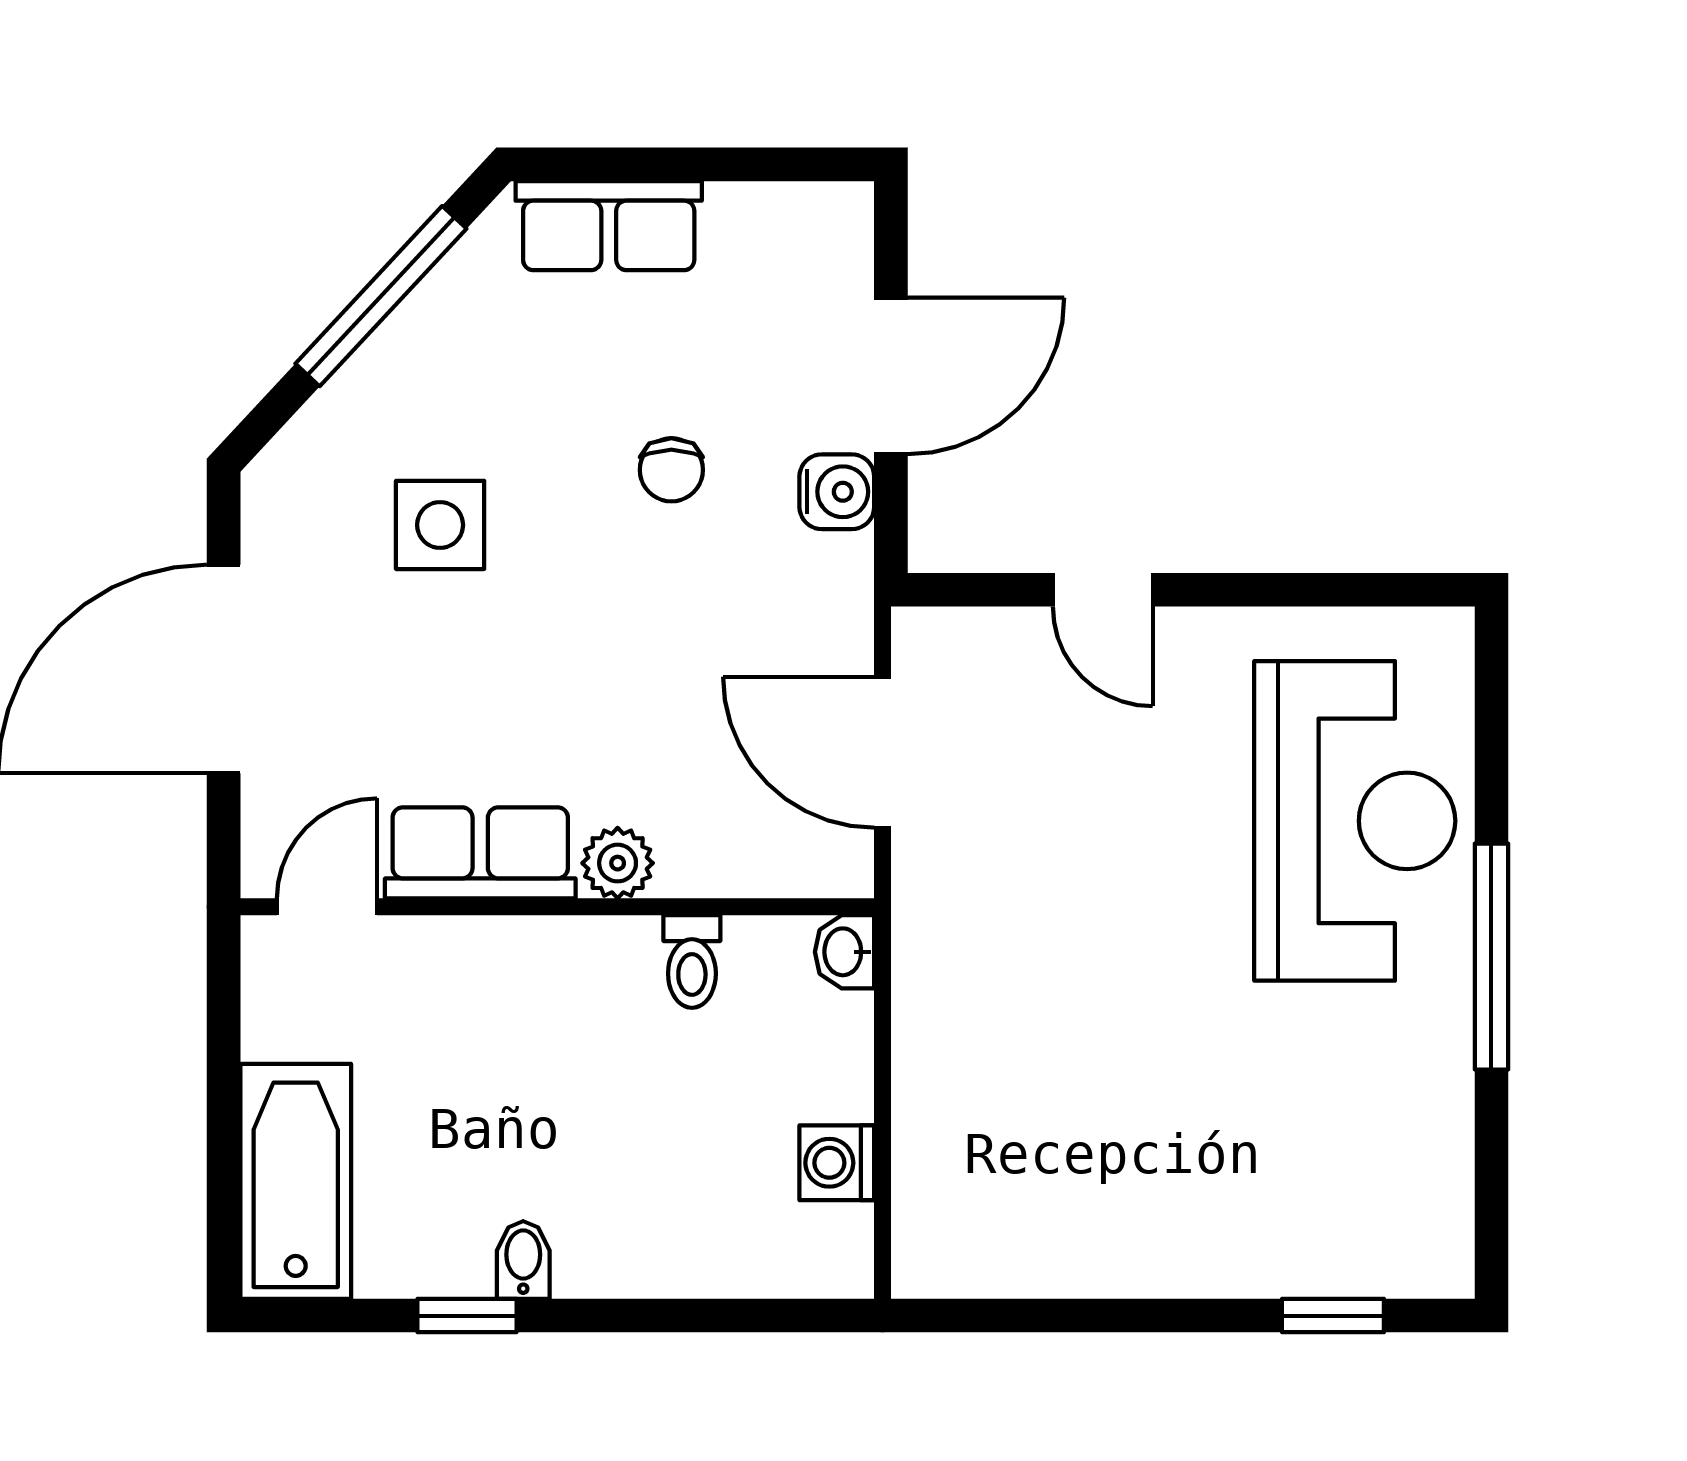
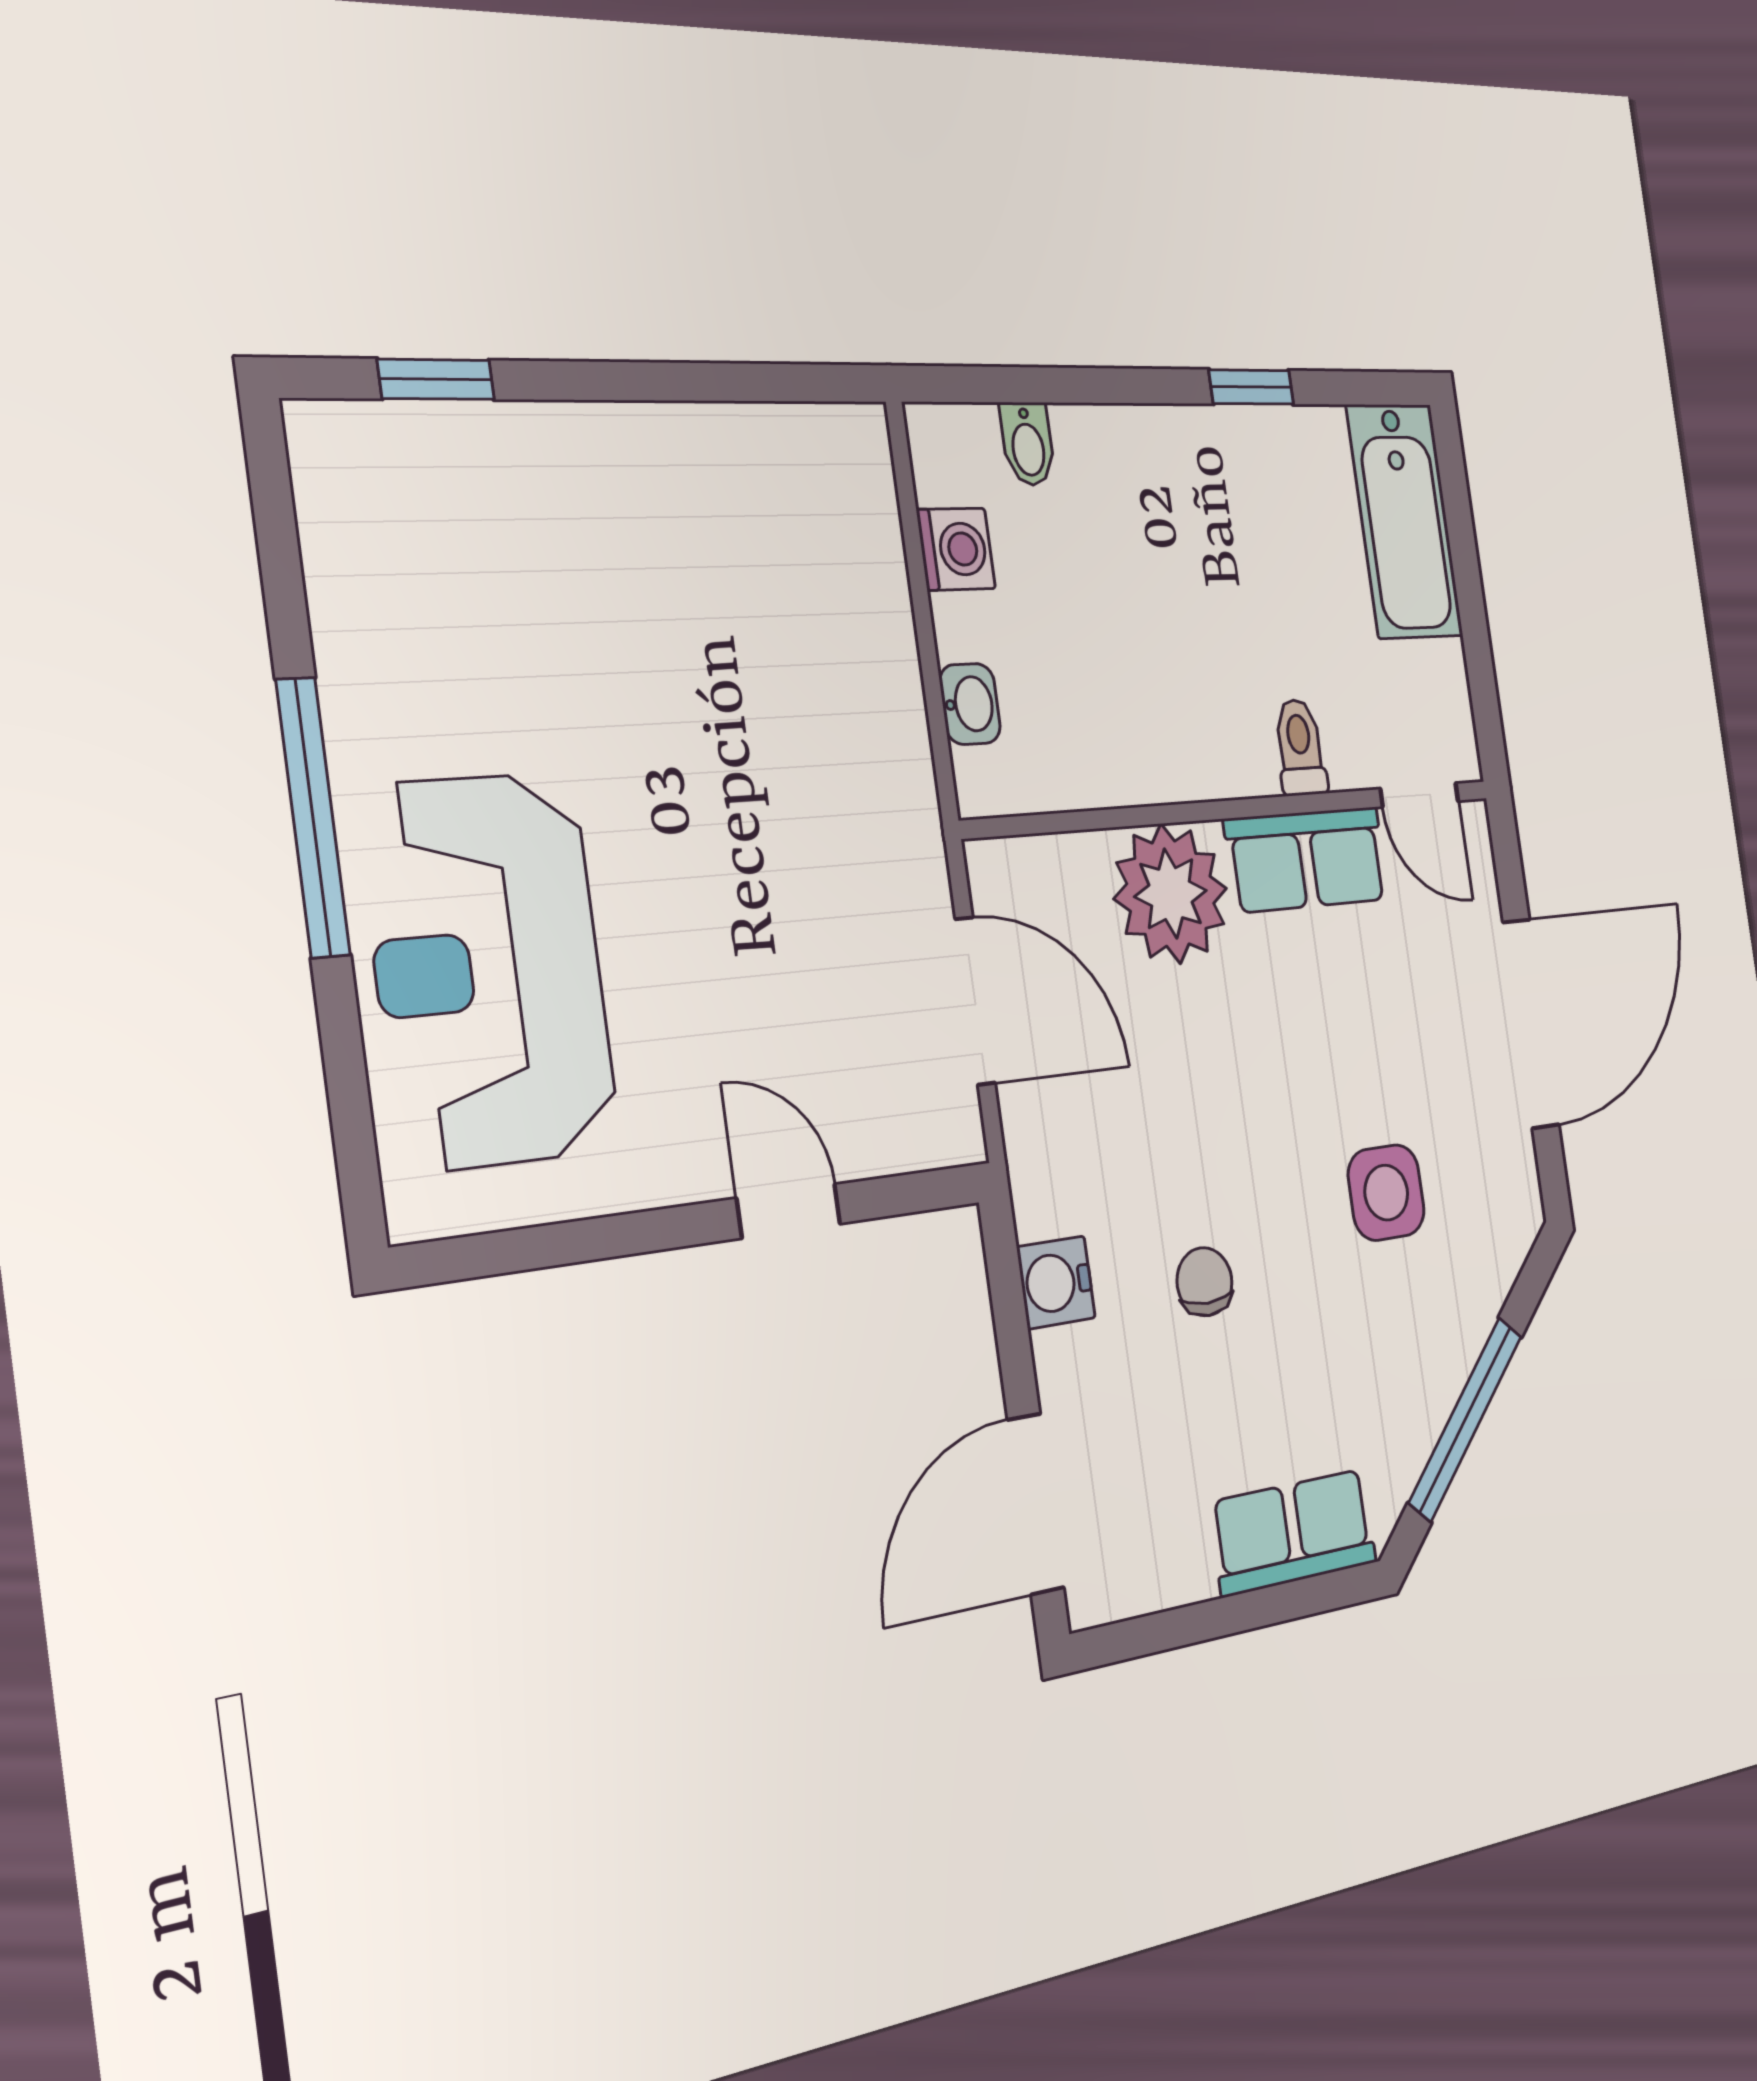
door: (891, 376) -> (1036, 1504), moved
plant: (618, 863) -> (1171, 894), width x1.88, depth x1.88
door: (327, 907) -> (1419, 795), hinge flipped
washbasin: (845, 952) -> (970, 704), moved
toilet: (692, 961) -> (1300, 747), moved
bidet: (523, 1260) -> (1028, 444), moved

